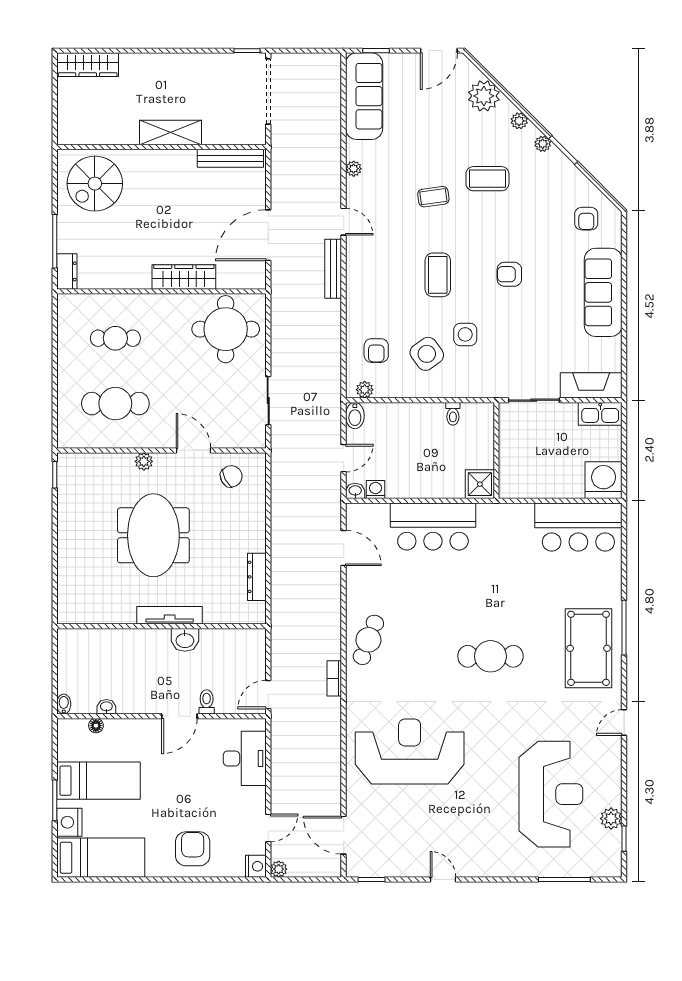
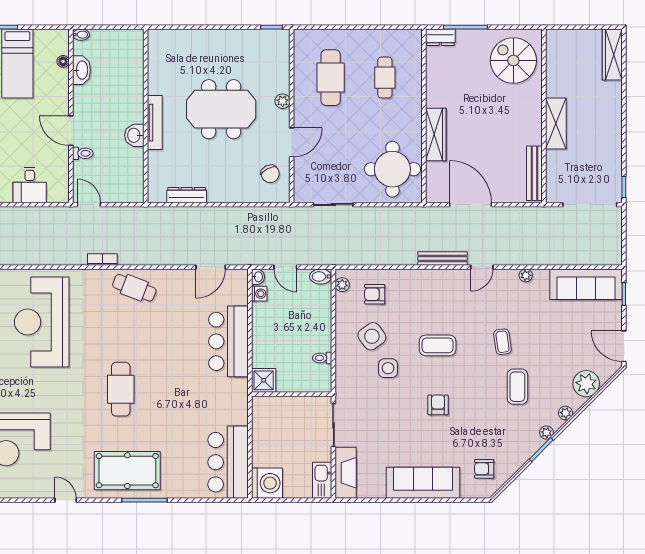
washbasin: (106, 707) -> (81, 70), width x1.91, depth x1.45
reception desk: (410, 751) -> (42, 322), turned 180
desk: (245, 758) -> (30, 185), width x0.73

